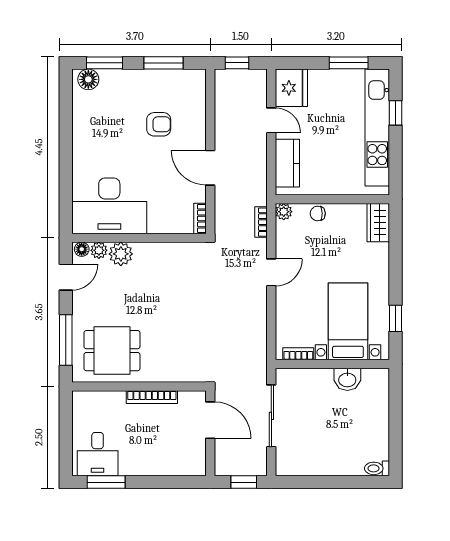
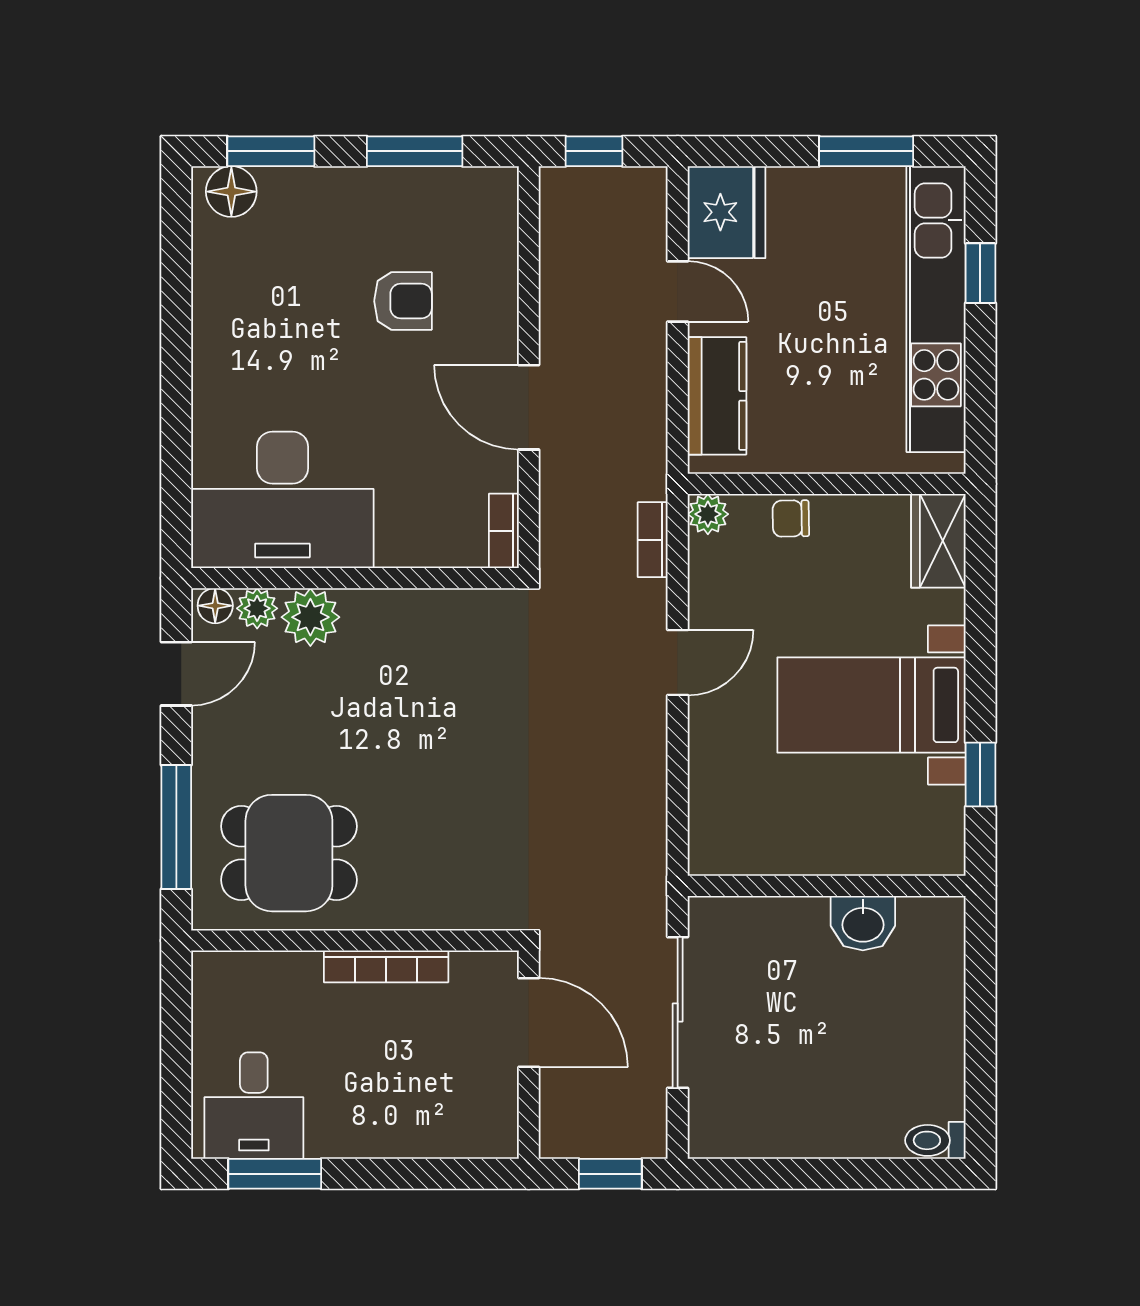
bed with nightstands: (348, 321) -> (871, 705), moved, turned -90
bookcase: (298, 354) -> (744, 861), removed

